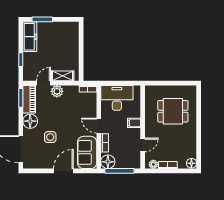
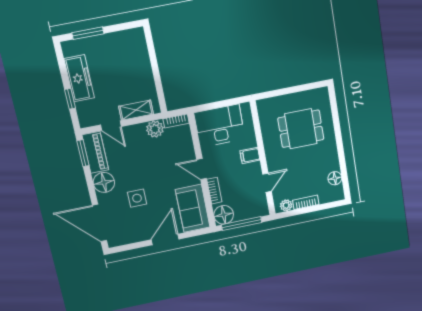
freezer: (30, 37) -> (79, 78), moved
door: (44, 83) -> (111, 126), swing flipped
plant: (57, 91) -> (155, 129), moved
floor lamp: (191, 163) -> (335, 178), moved

